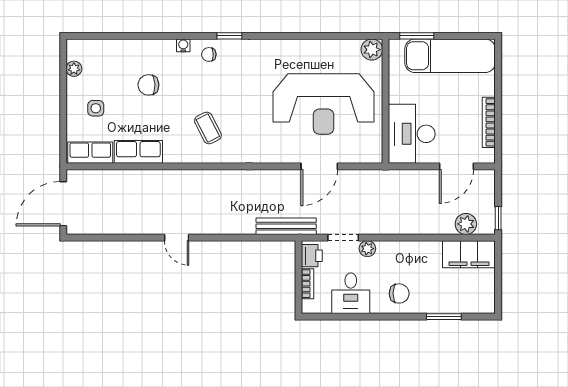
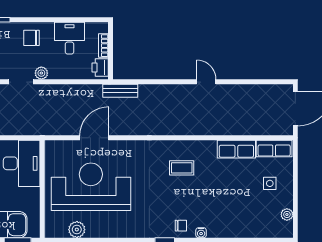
plant: (372, 50) -> (77, 230), moved
chair: (148, 85) -> (228, 202), removed
coffee table: (208, 128) -> (182, 168), turned -63
bench: (286, 226) -> (120, 91), width x0.73
doorway: (343, 238) -> (21, 82), moved
plant: (367, 249) -> (41, 73), moved

